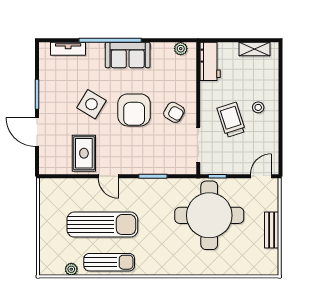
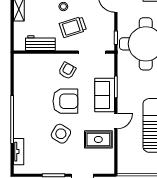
plant: (181, 49) -> (19, 66), removed
sofa: (128, 55) -> (105, 95), moved, turned 180
workbench: (210, 61) -> (40, 43), moved

